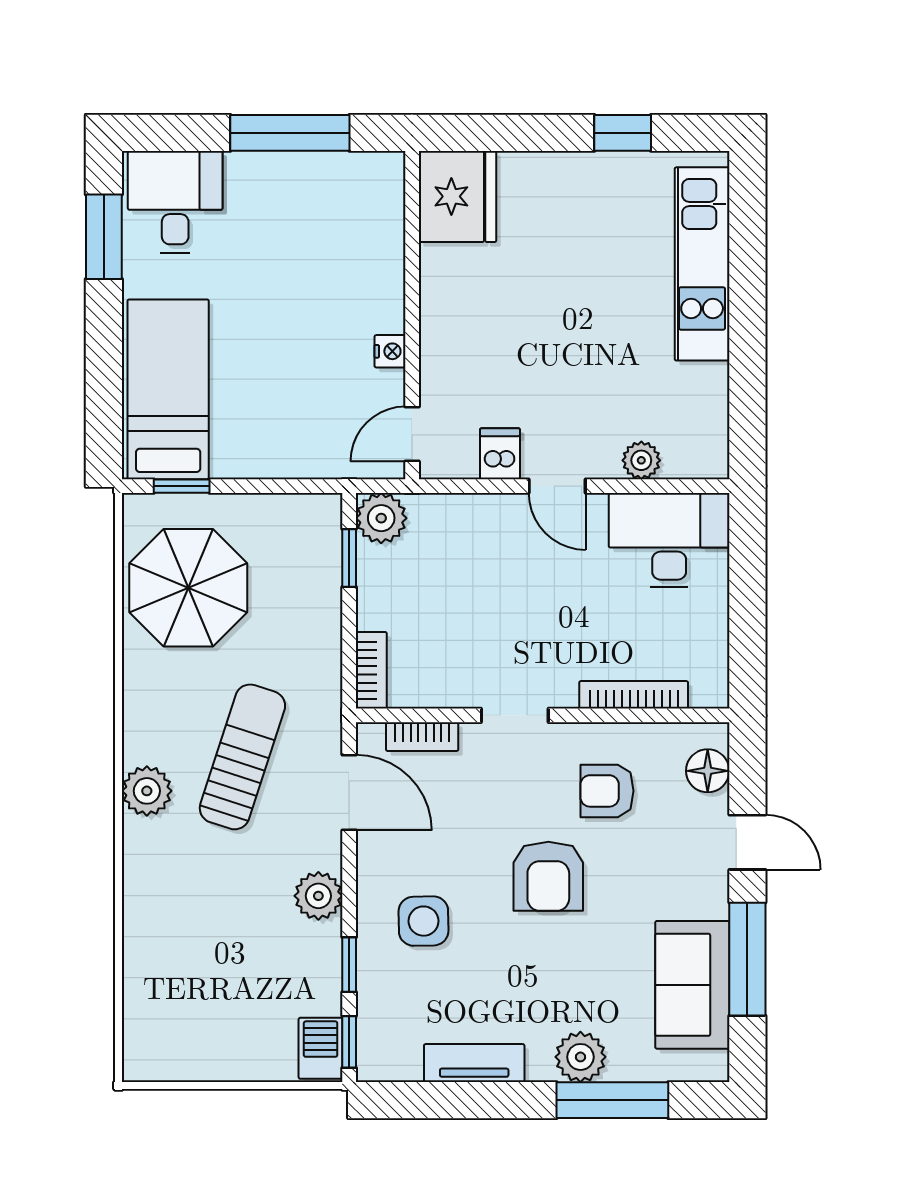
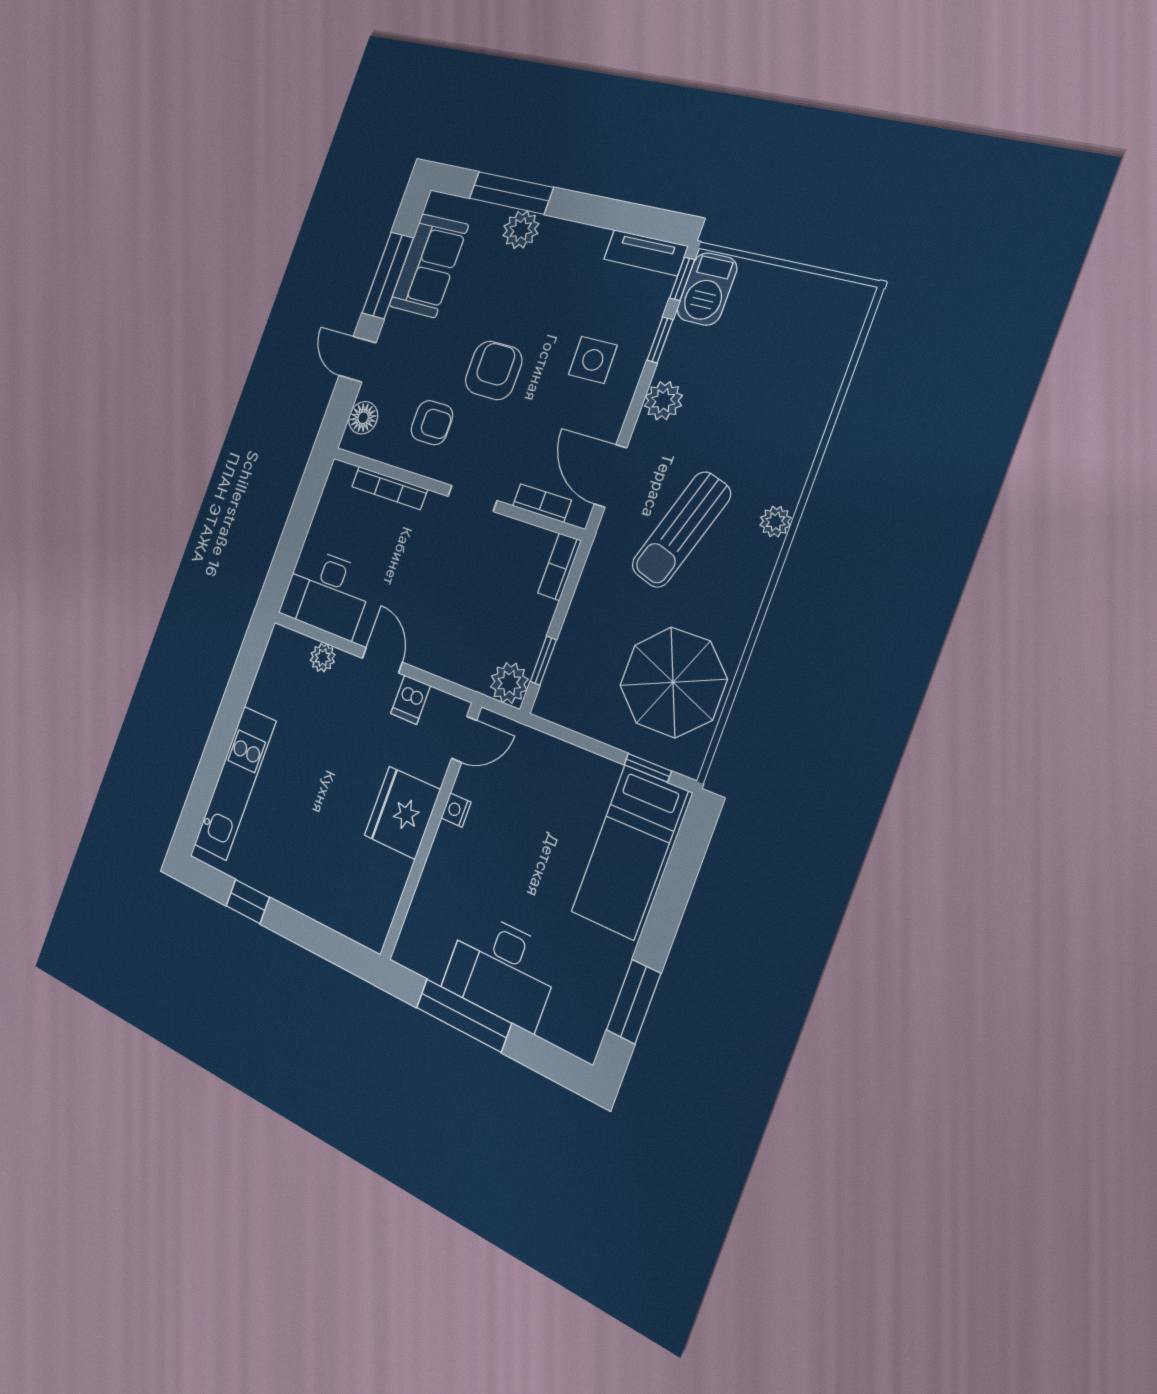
fridge: (458, 196) -> (402, 812), moved
desk: (175, 202) -> (501, 970), moved, width x1.37
plant: (147, 791) -> (775, 522), width x0.73, depth x0.73
barbecue: (321, 1048) -> (707, 289), width x1.38, depth x1.27
tv unit: (474, 1063) -> (646, 253), moved

